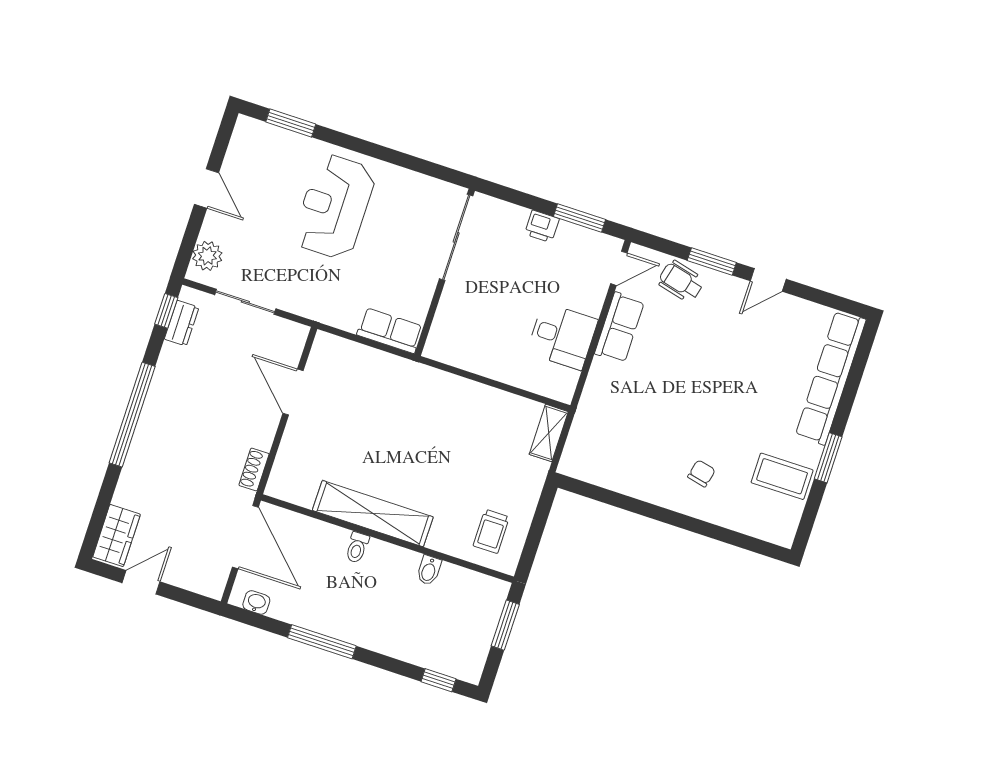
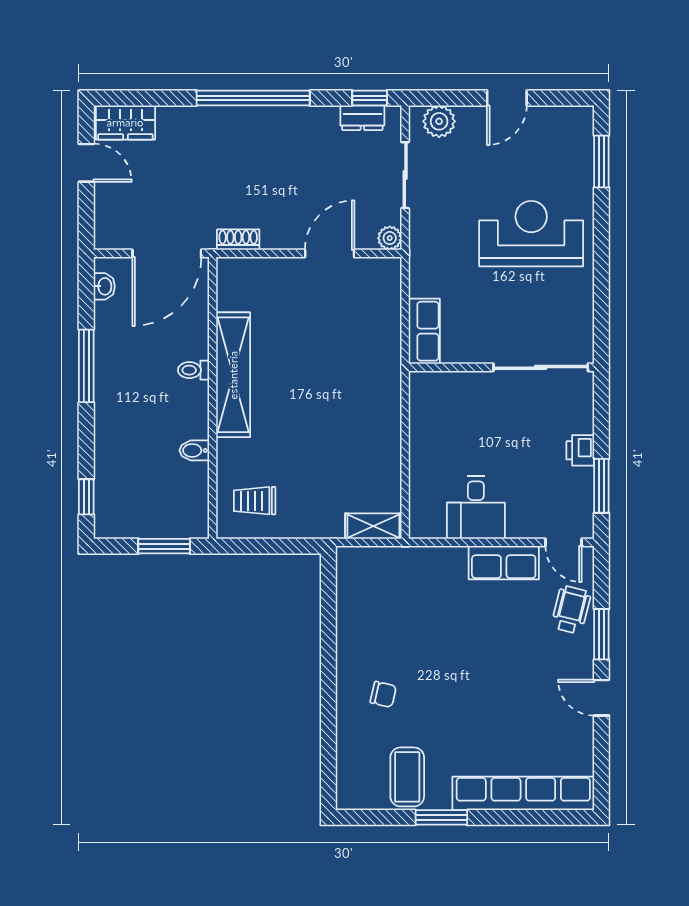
plant: (297, 334) -> (390, 238), added

